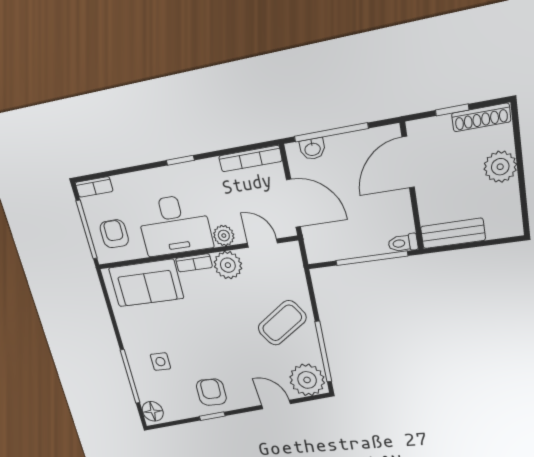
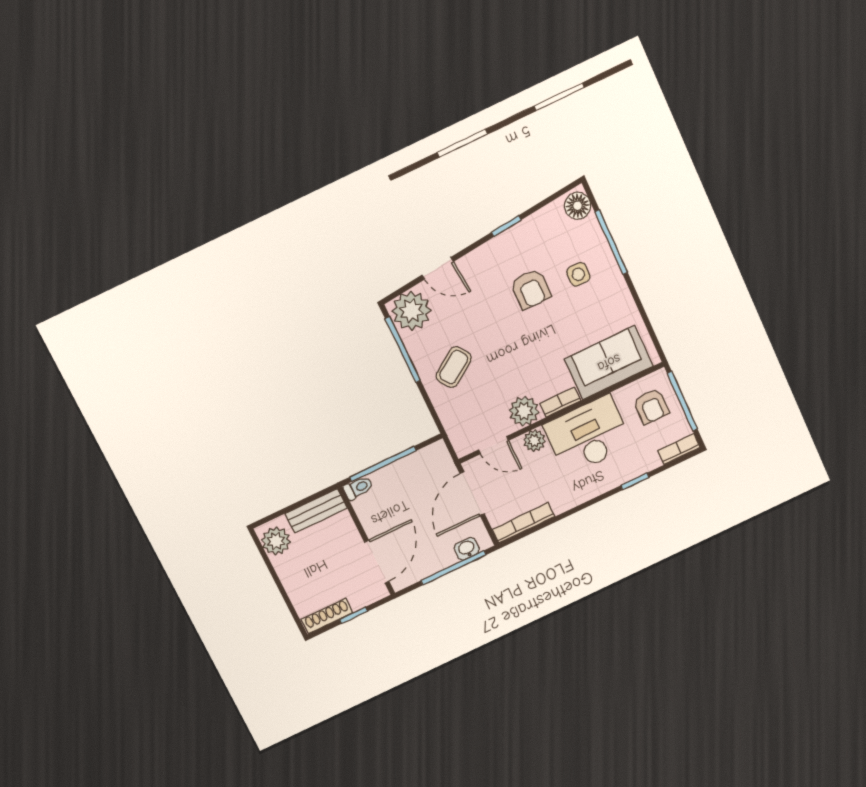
window: (180, 160) -> (635, 481), moved
plant: (500, 167) -> (276, 541), moved
door: (293, 203) -> (472, 494), hinge flipped
coffee table: (282, 323) -> (454, 367), width x0.73, depth x0.77
armchair: (211, 392) -> (531, 289), moved

